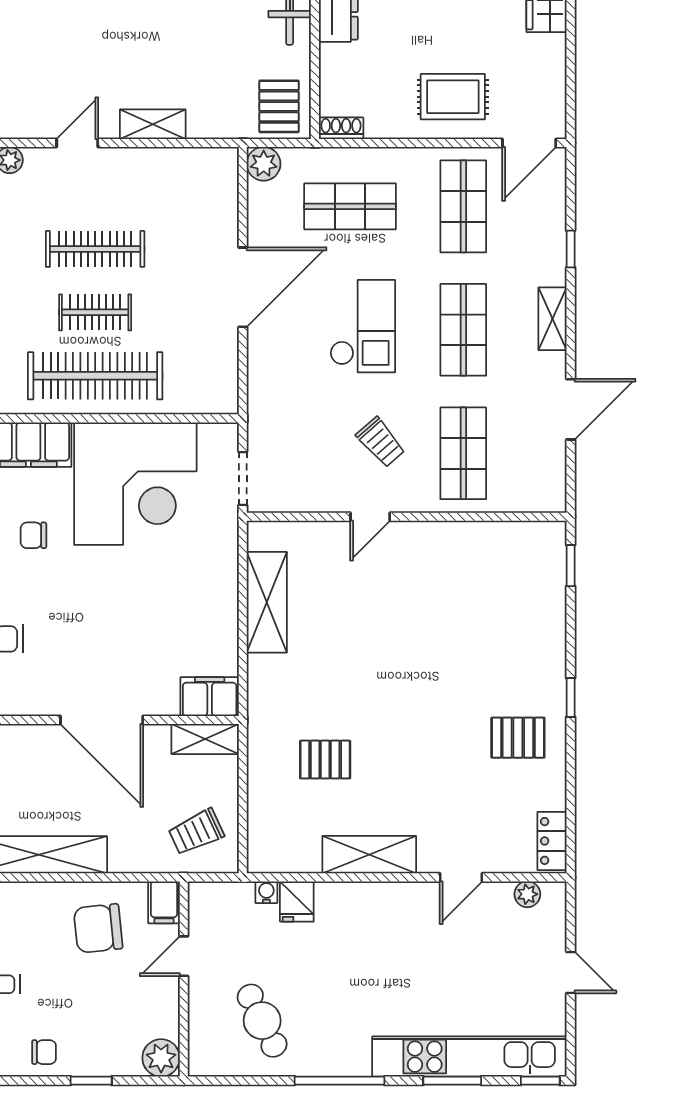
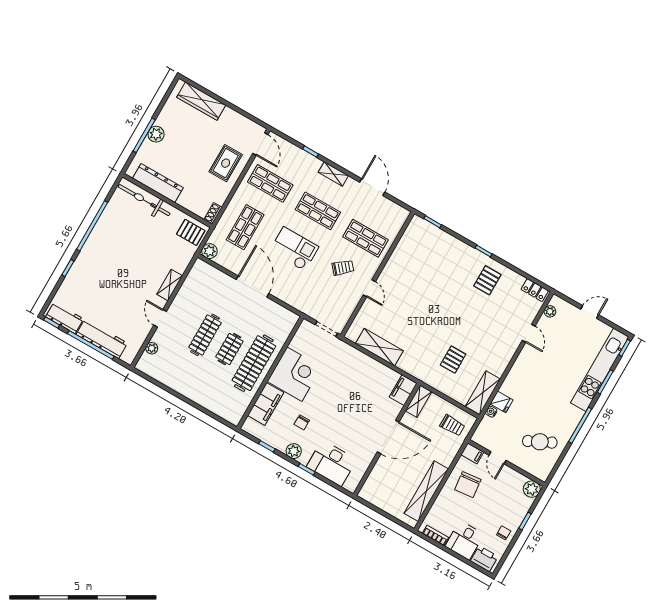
corner desk: (135, 484) -> (295, 374), width x0.74, depth x0.74
trolley: (196, 832) -> (452, 425), turned -65
shelving: (369, 855) -> (483, 393), moved

